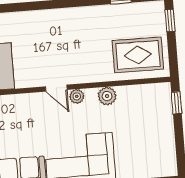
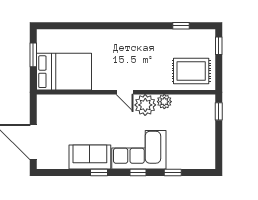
plant: (77, 96) -> (145, 105), width x1.88, depth x1.88

